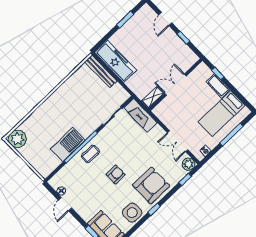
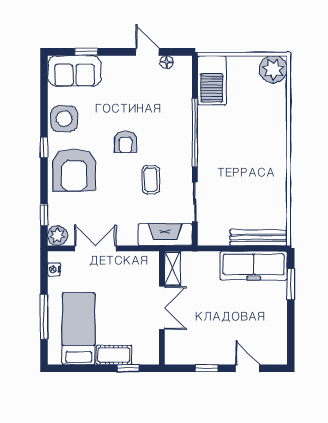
window: (125, 19) -> (291, 284), moved
barbecue: (68, 144) -> (212, 80), moved
coffee table: (90, 154) -> (151, 180), moved

